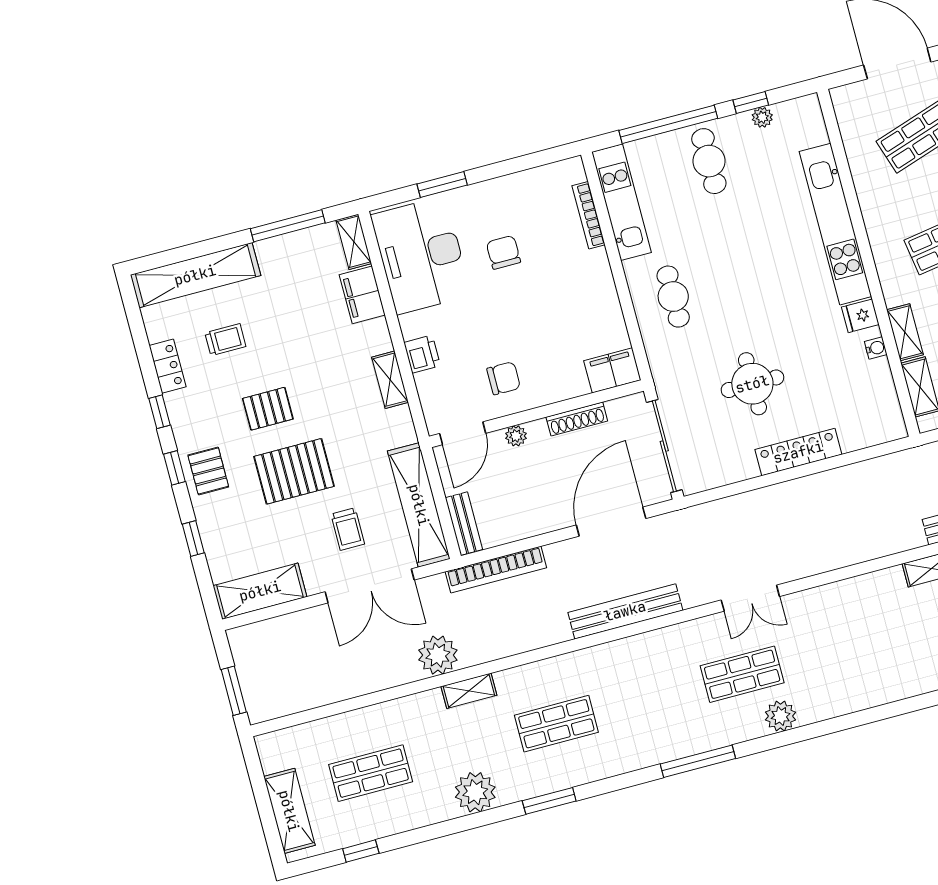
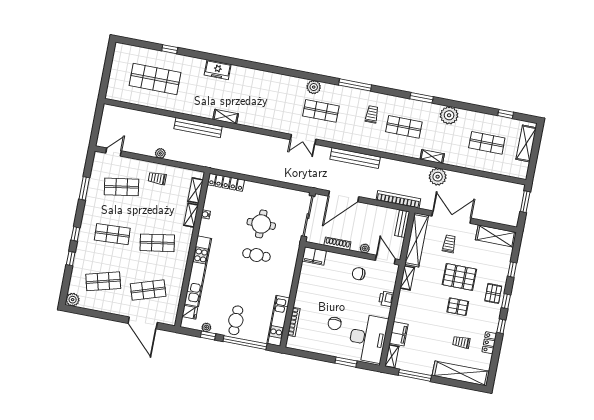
cafe table: (673, 297) -> (256, 255), moved, turned 90
fridge: (860, 316) -> (190, 312), moved
shelving: (390, 380) -> (407, 278), moved
door: (463, 433) -> (385, 260), hinge flipped
locker: (798, 452) -> (226, 182), moved
double door: (750, 598) -> (303, 139), swing flipped
trolley: (634, 718) -> (372, 114), added

